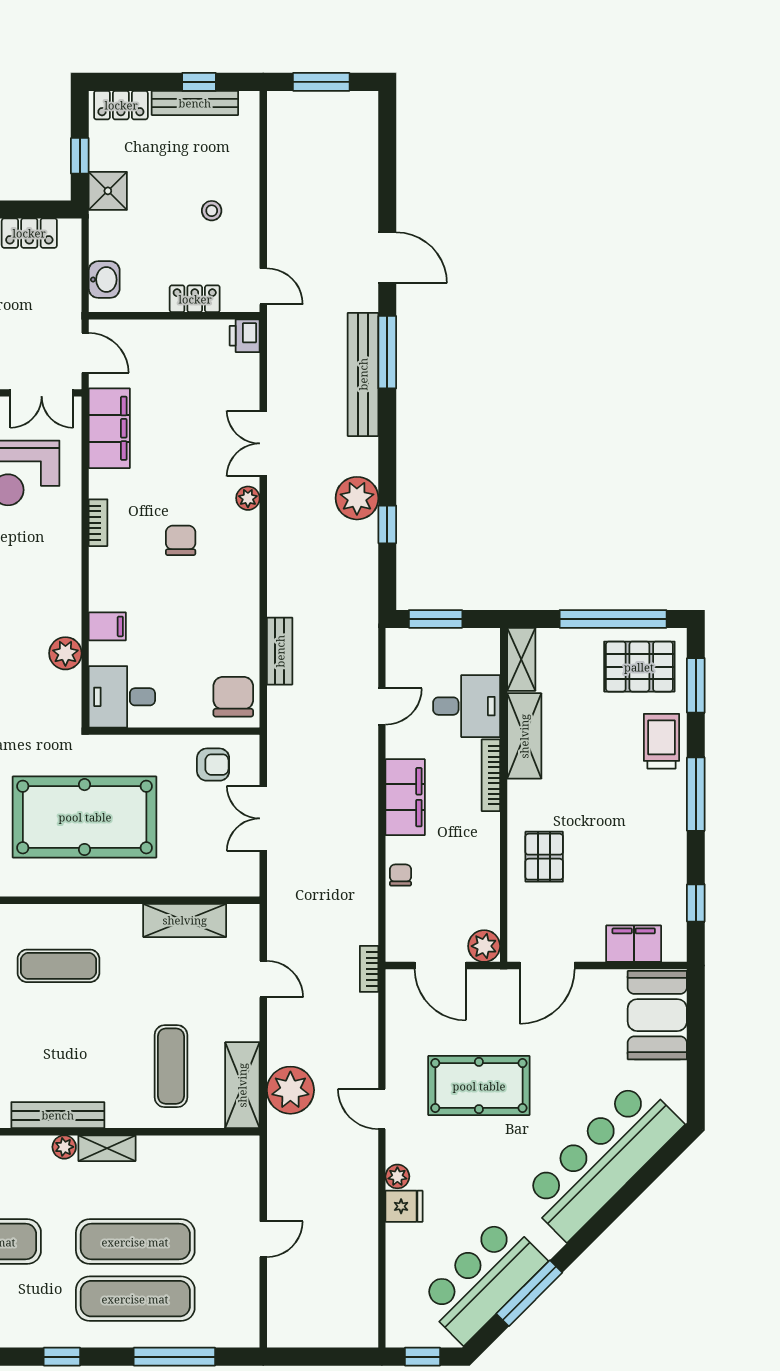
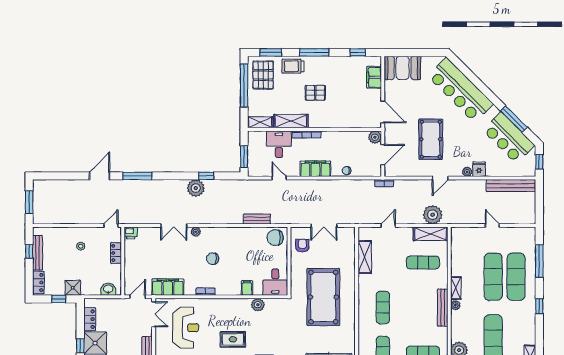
bench: (363, 374) -> (511, 186), moved
pallet: (544, 857) -> (315, 93), moved

